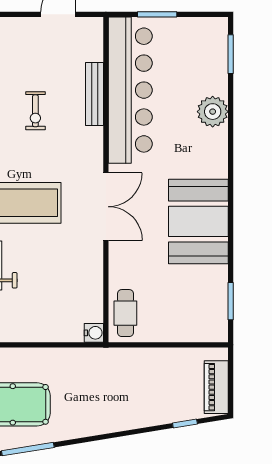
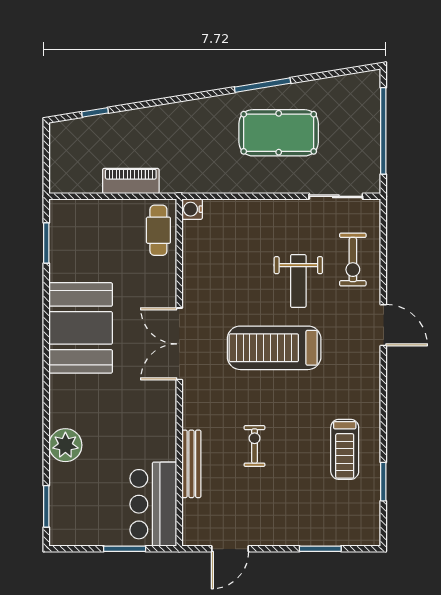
bar counter: (130, 90) -> (153, 504), width x0.54
piano: (216, 387) -> (131, 181), moved, turned -90

